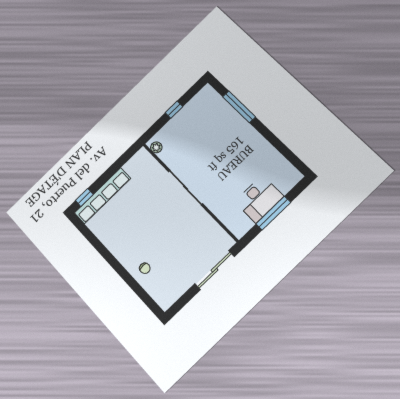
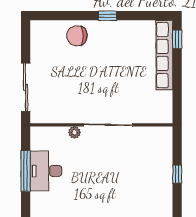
plant: (156, 147) -> (74, 132), moved
window: (112, 260) -> (108, 16), added
chair: (145, 268) -> (77, 36), width x1.87, depth x1.87

